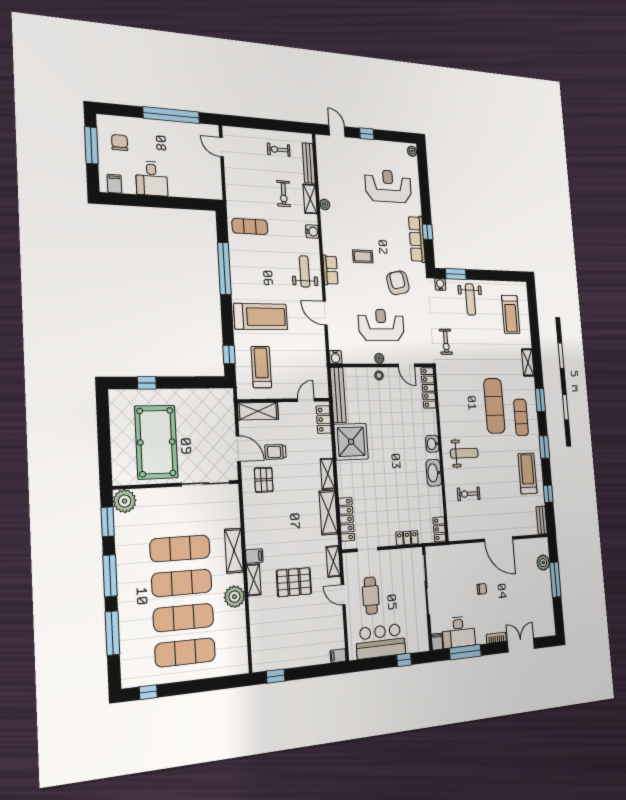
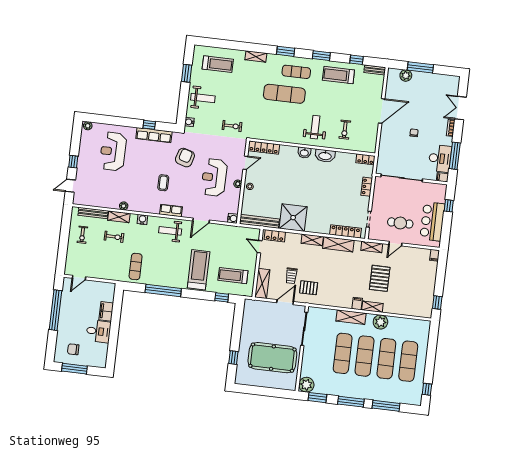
filing cabinet: (114, 184) -> (106, 311), moved, width x2.00
window: (456, 274) -> (187, 73), moved
armchair: (398, 283) -> (185, 158), turned 118

